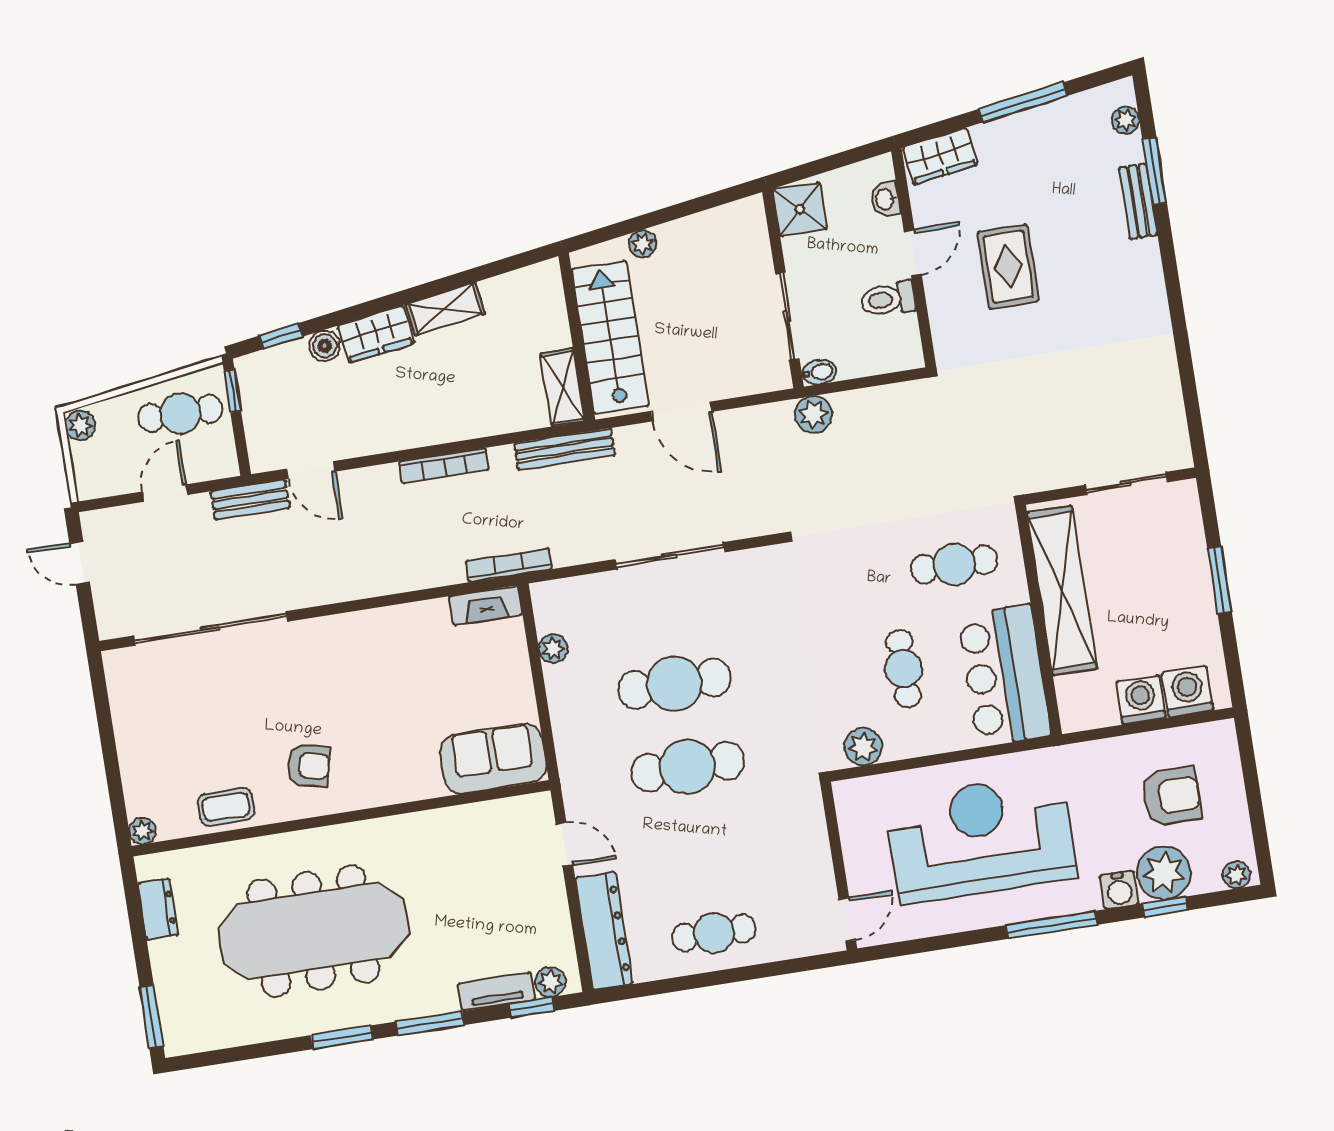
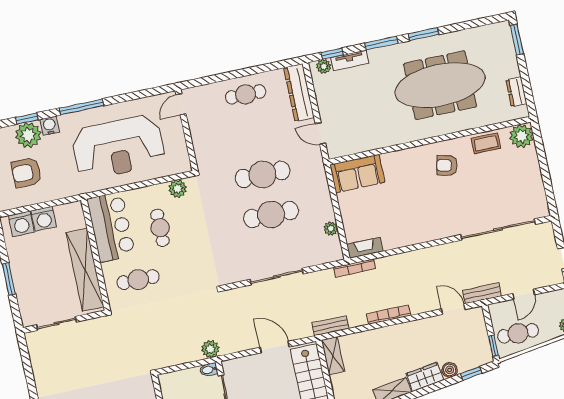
bench: (565, 449) -> (330, 326), width x0.73
plant: (143, 831) -> (522, 136), width x1.88, depth x1.88

